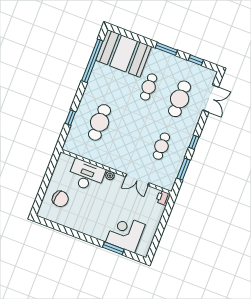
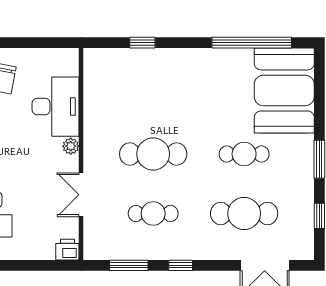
cafe table: (100, 122) -> (153, 154), moved

